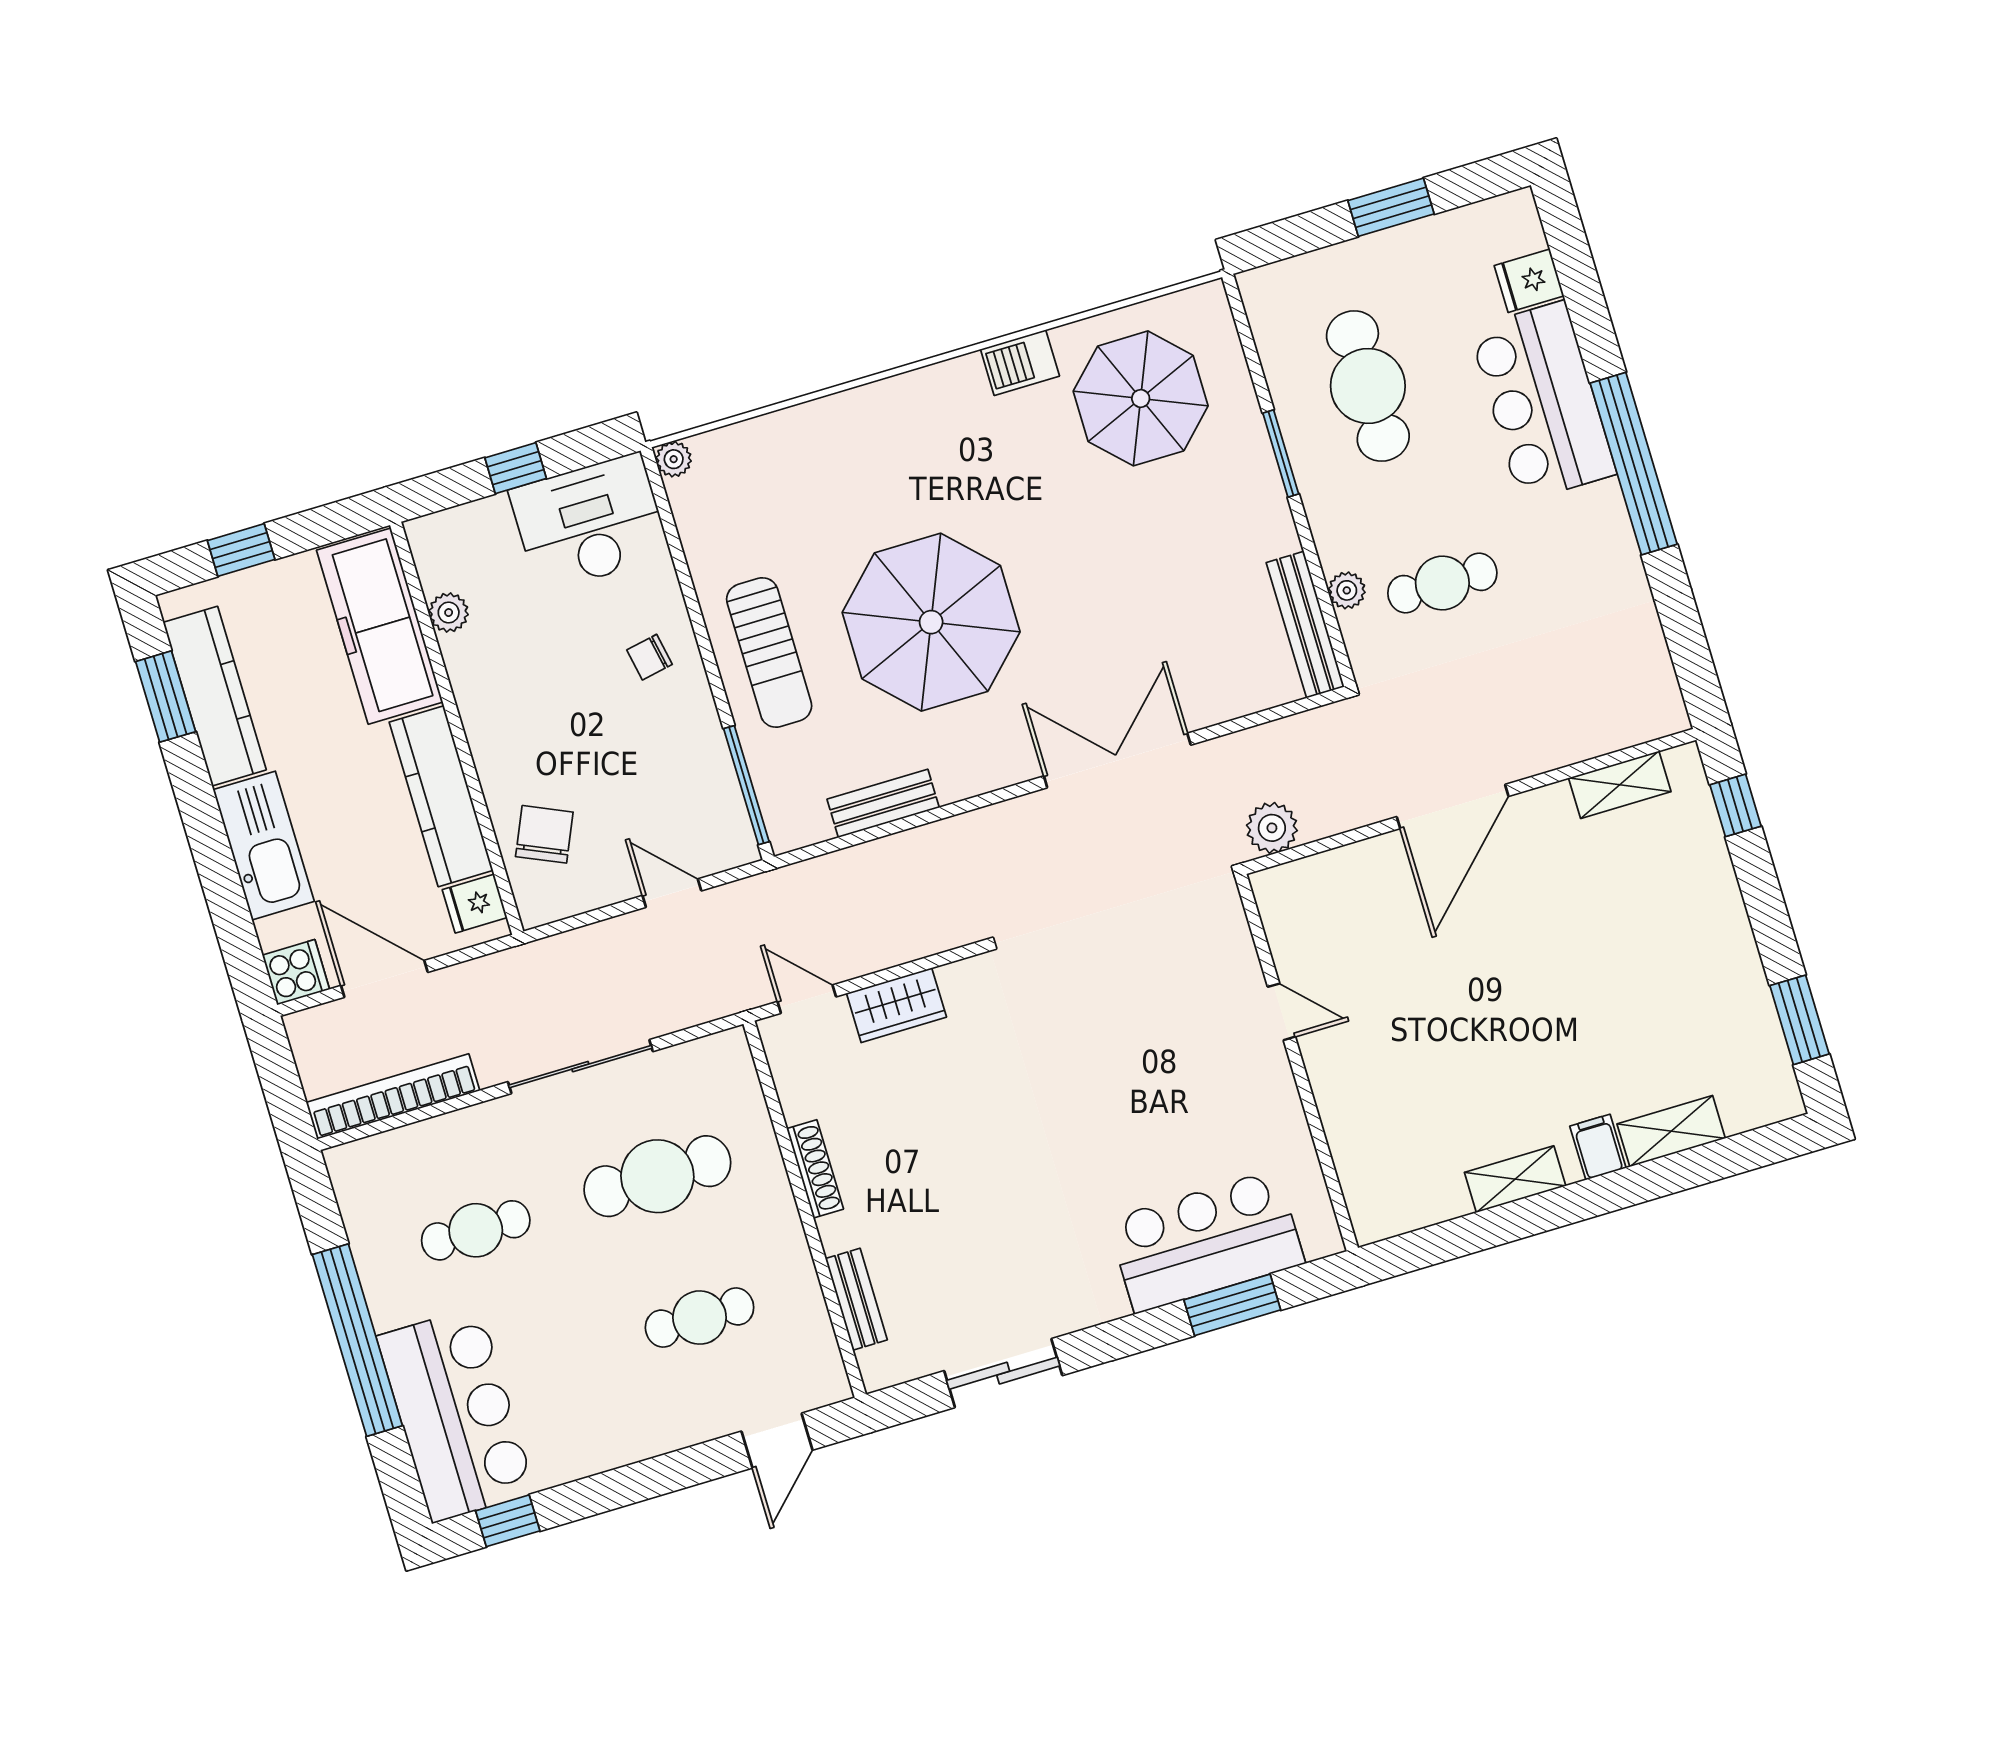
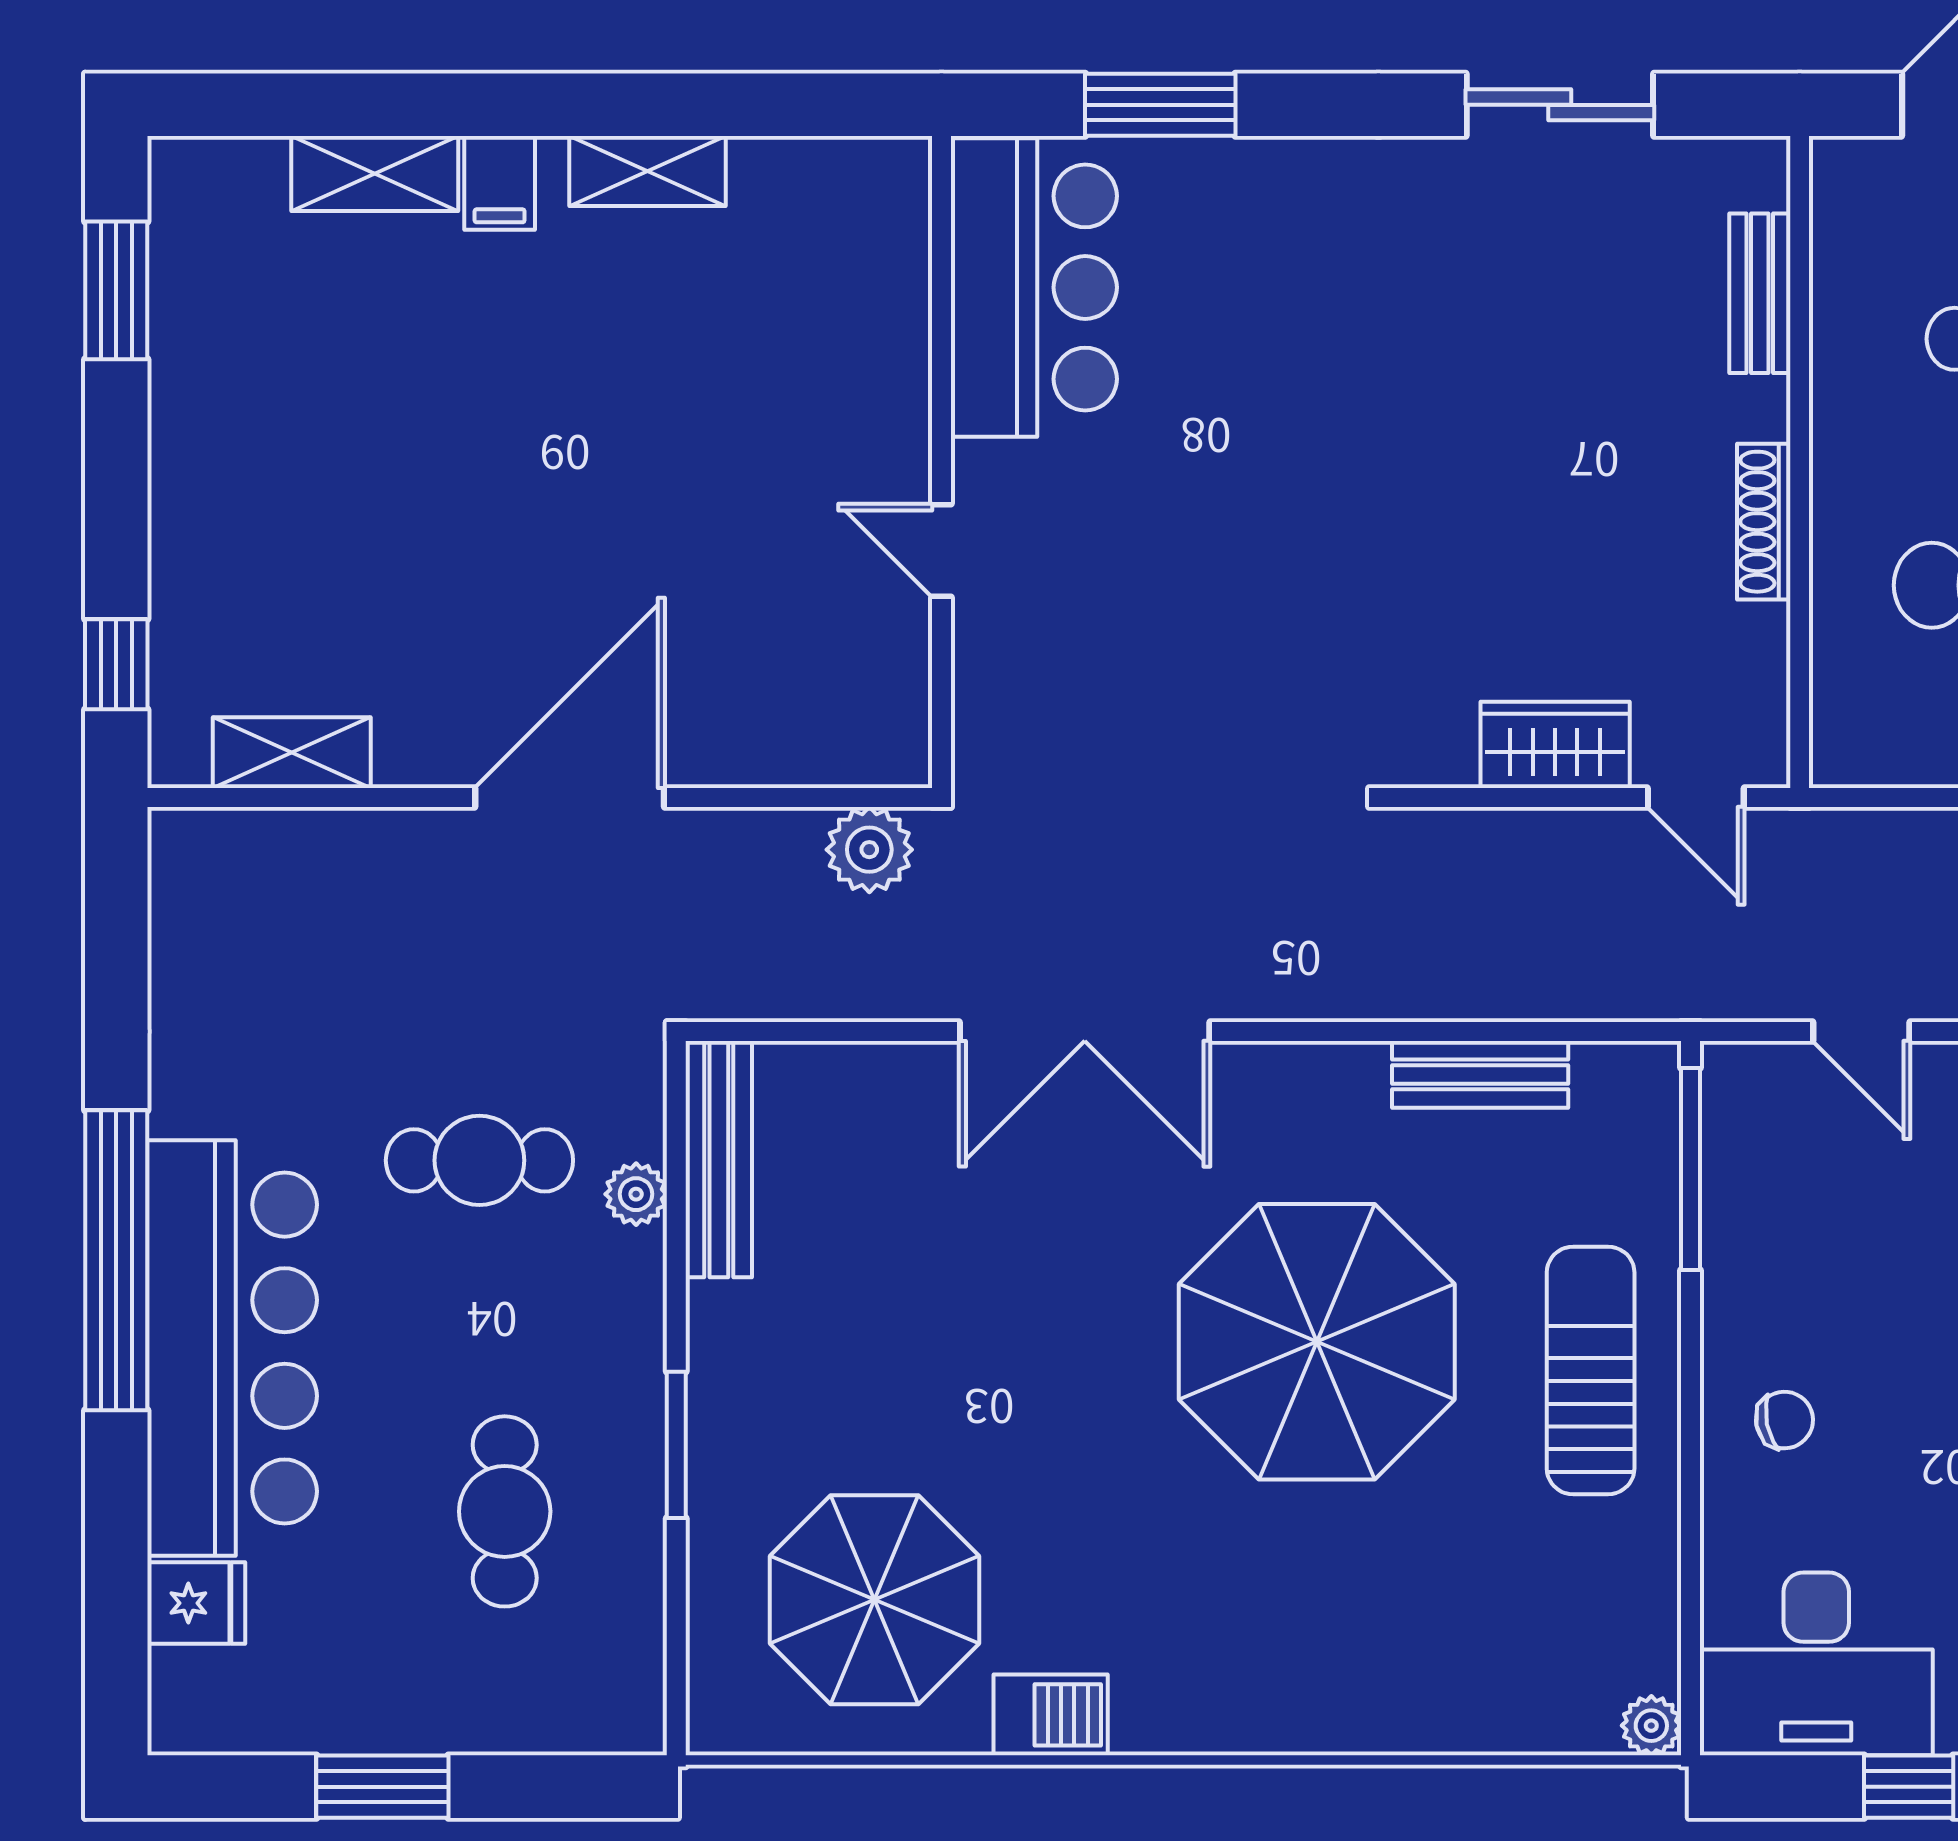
cafe table: (1368, 386) -> (505, 1511), width x0.73, depth x0.74
bar counter: (1543, 401) -> (232, 1348), width x1.36
bar counter: (1206, 1241) -> (1034, 287), moved, turned -90

